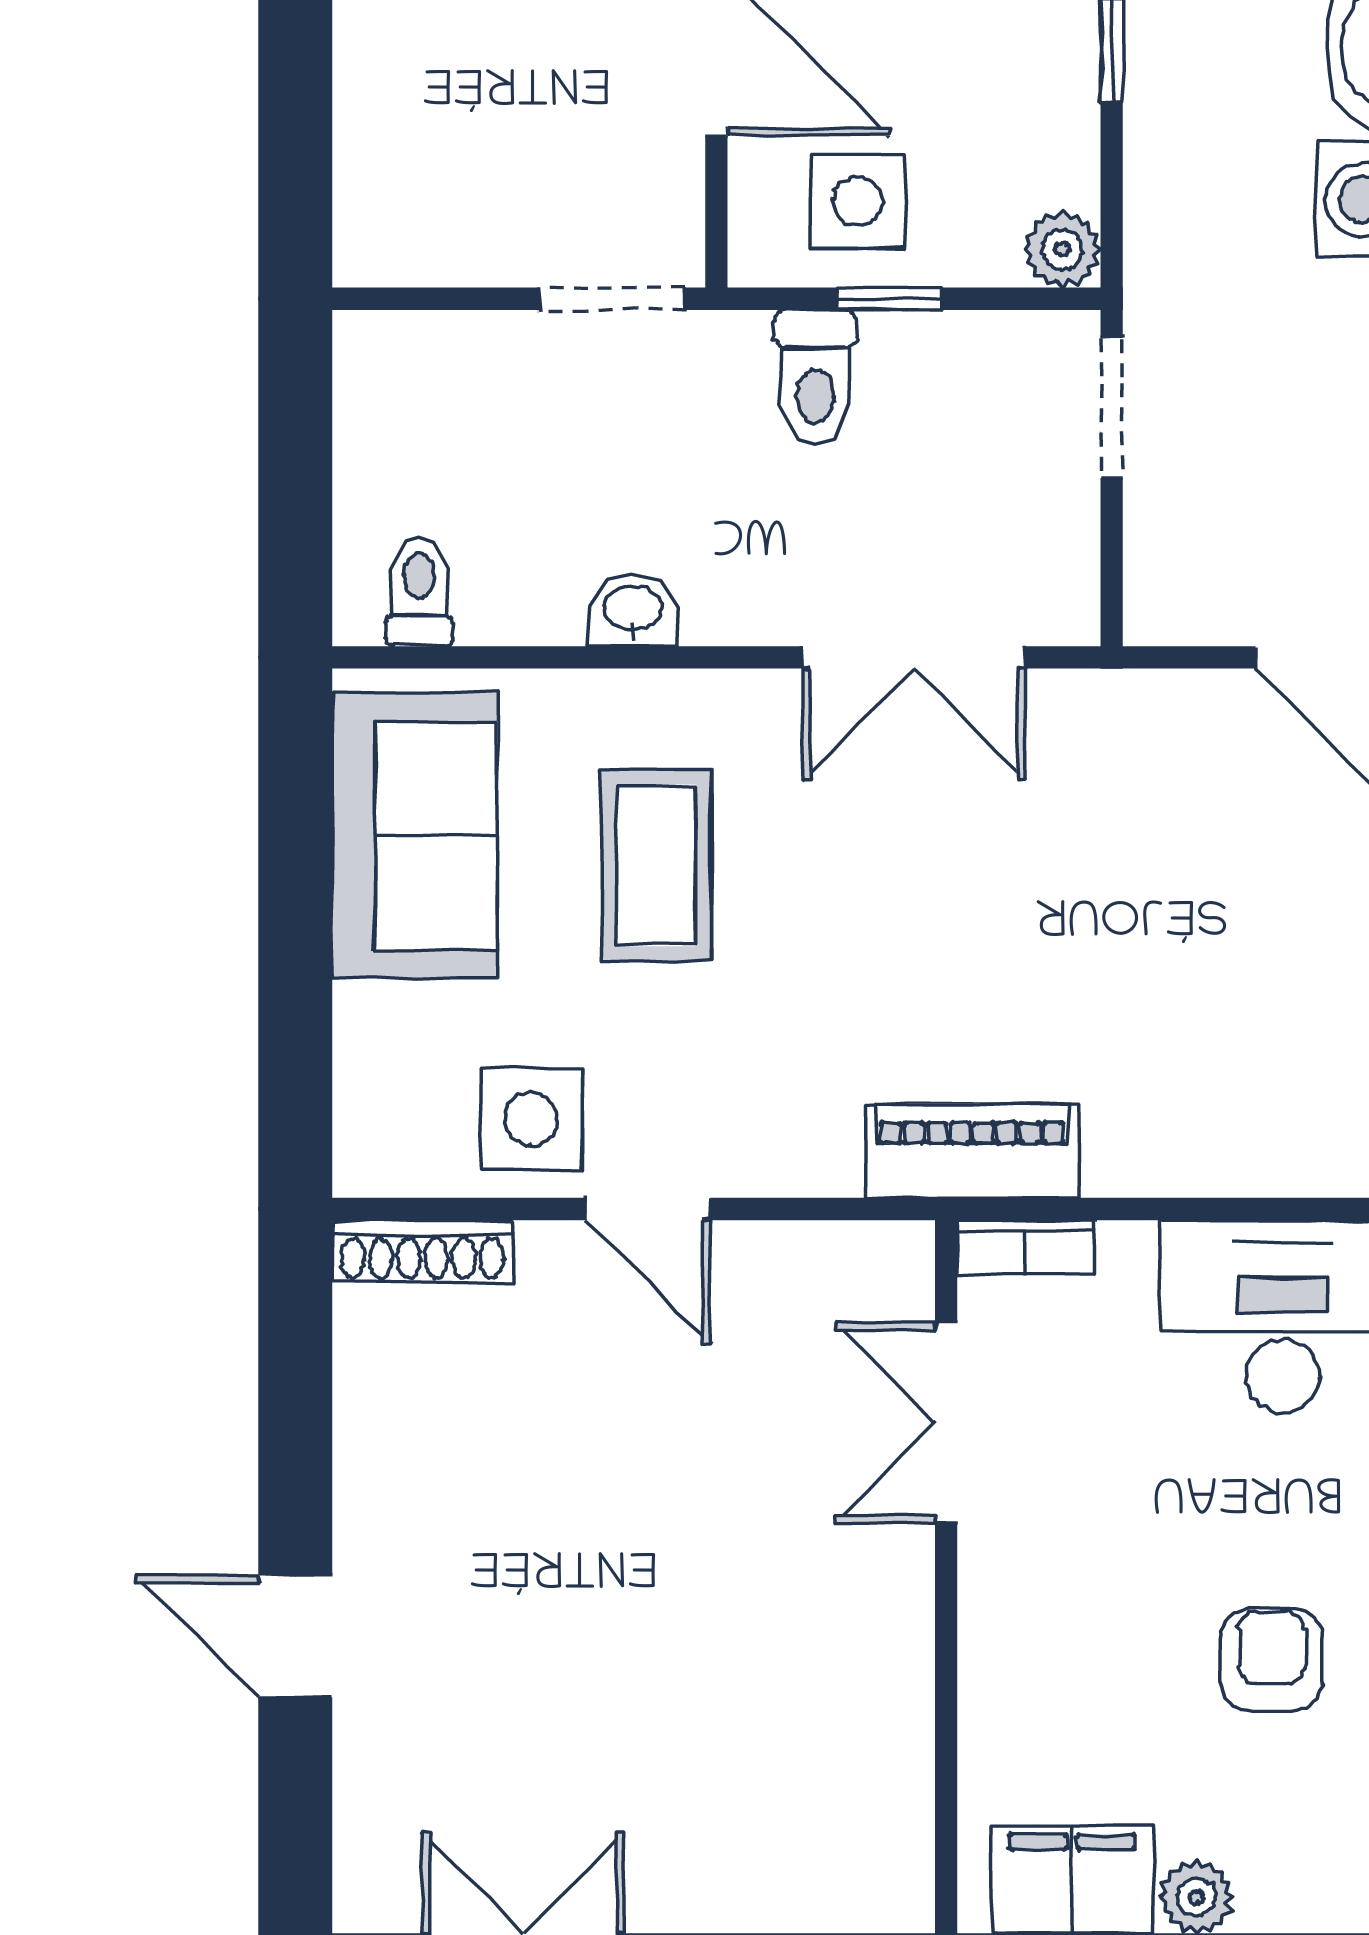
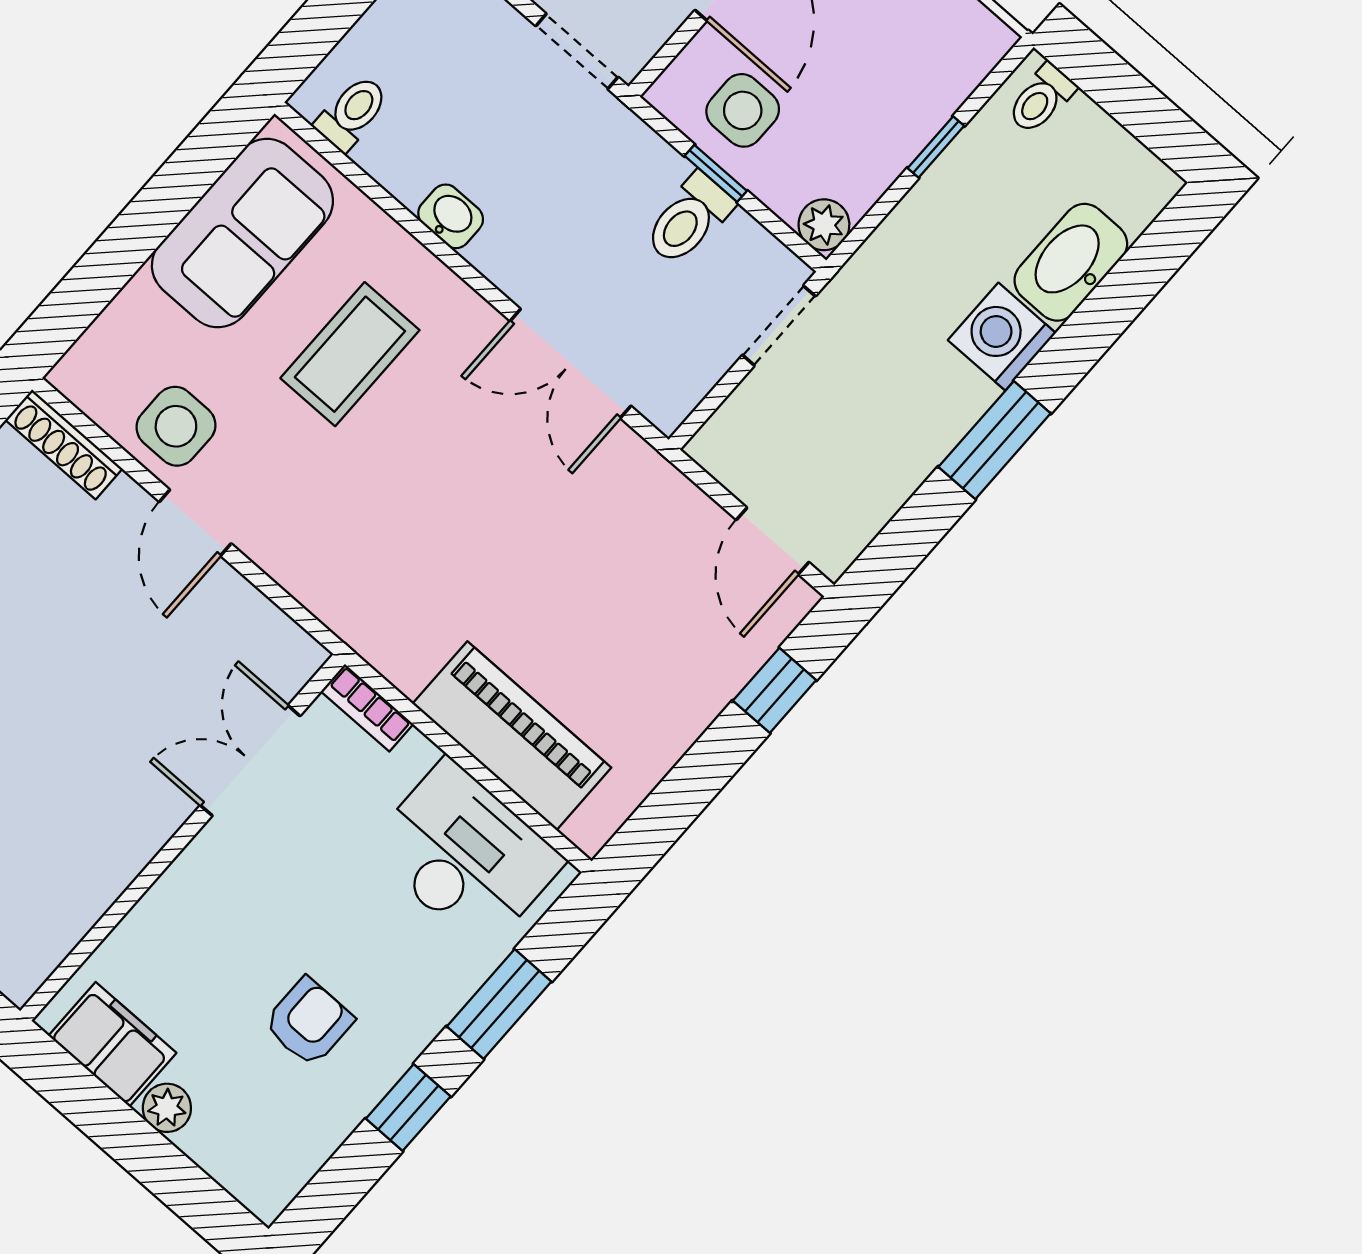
toilet: (815, 377) -> (689, 219), moved
piano: (972, 1151) -> (512, 736), moved, width x1.37, depth x1.33

